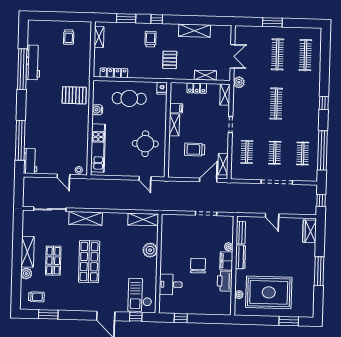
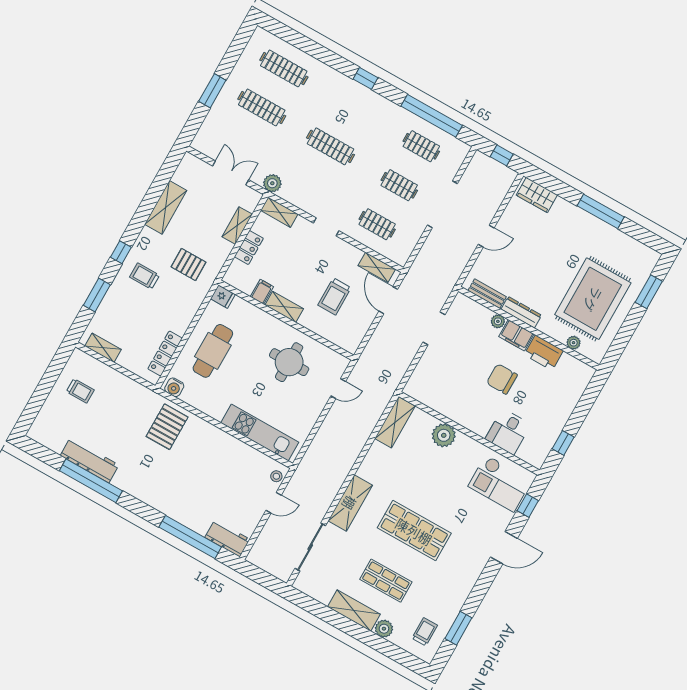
water cooler: (97, 110) -> (174, 387), moved

